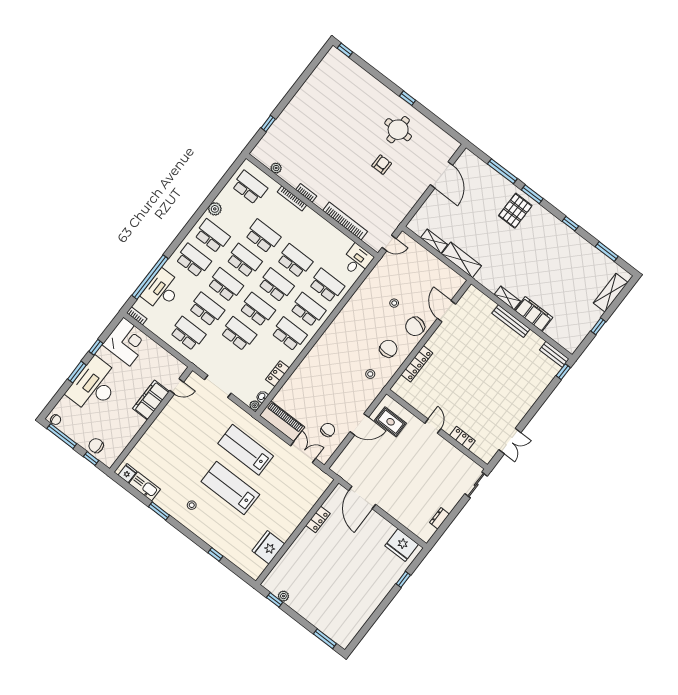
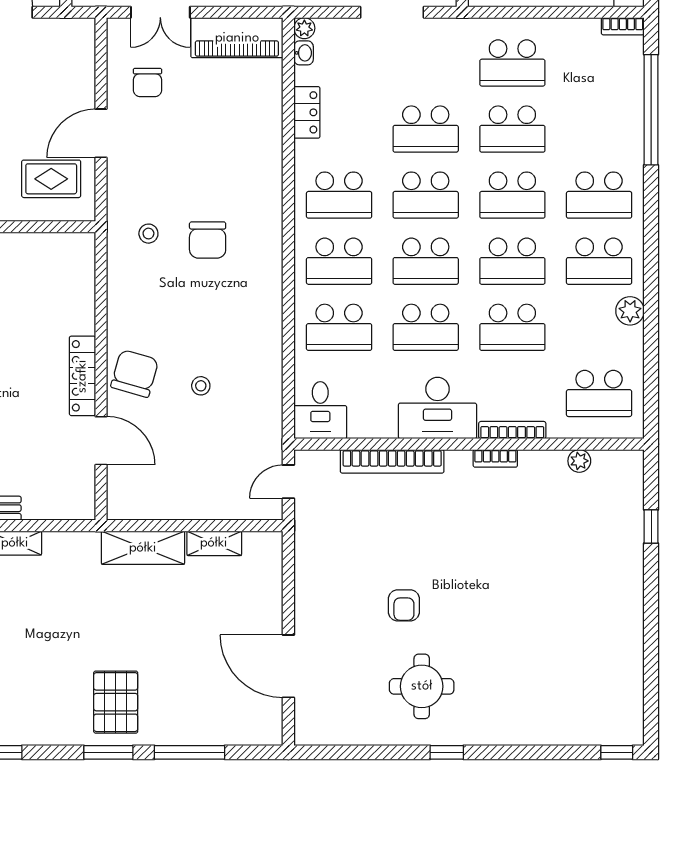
desk: (162, 290) -> (437, 408), moved, turned 90
chair: (388, 349) -> (208, 240), moved
locker: (417, 364) -> (82, 376), moved

